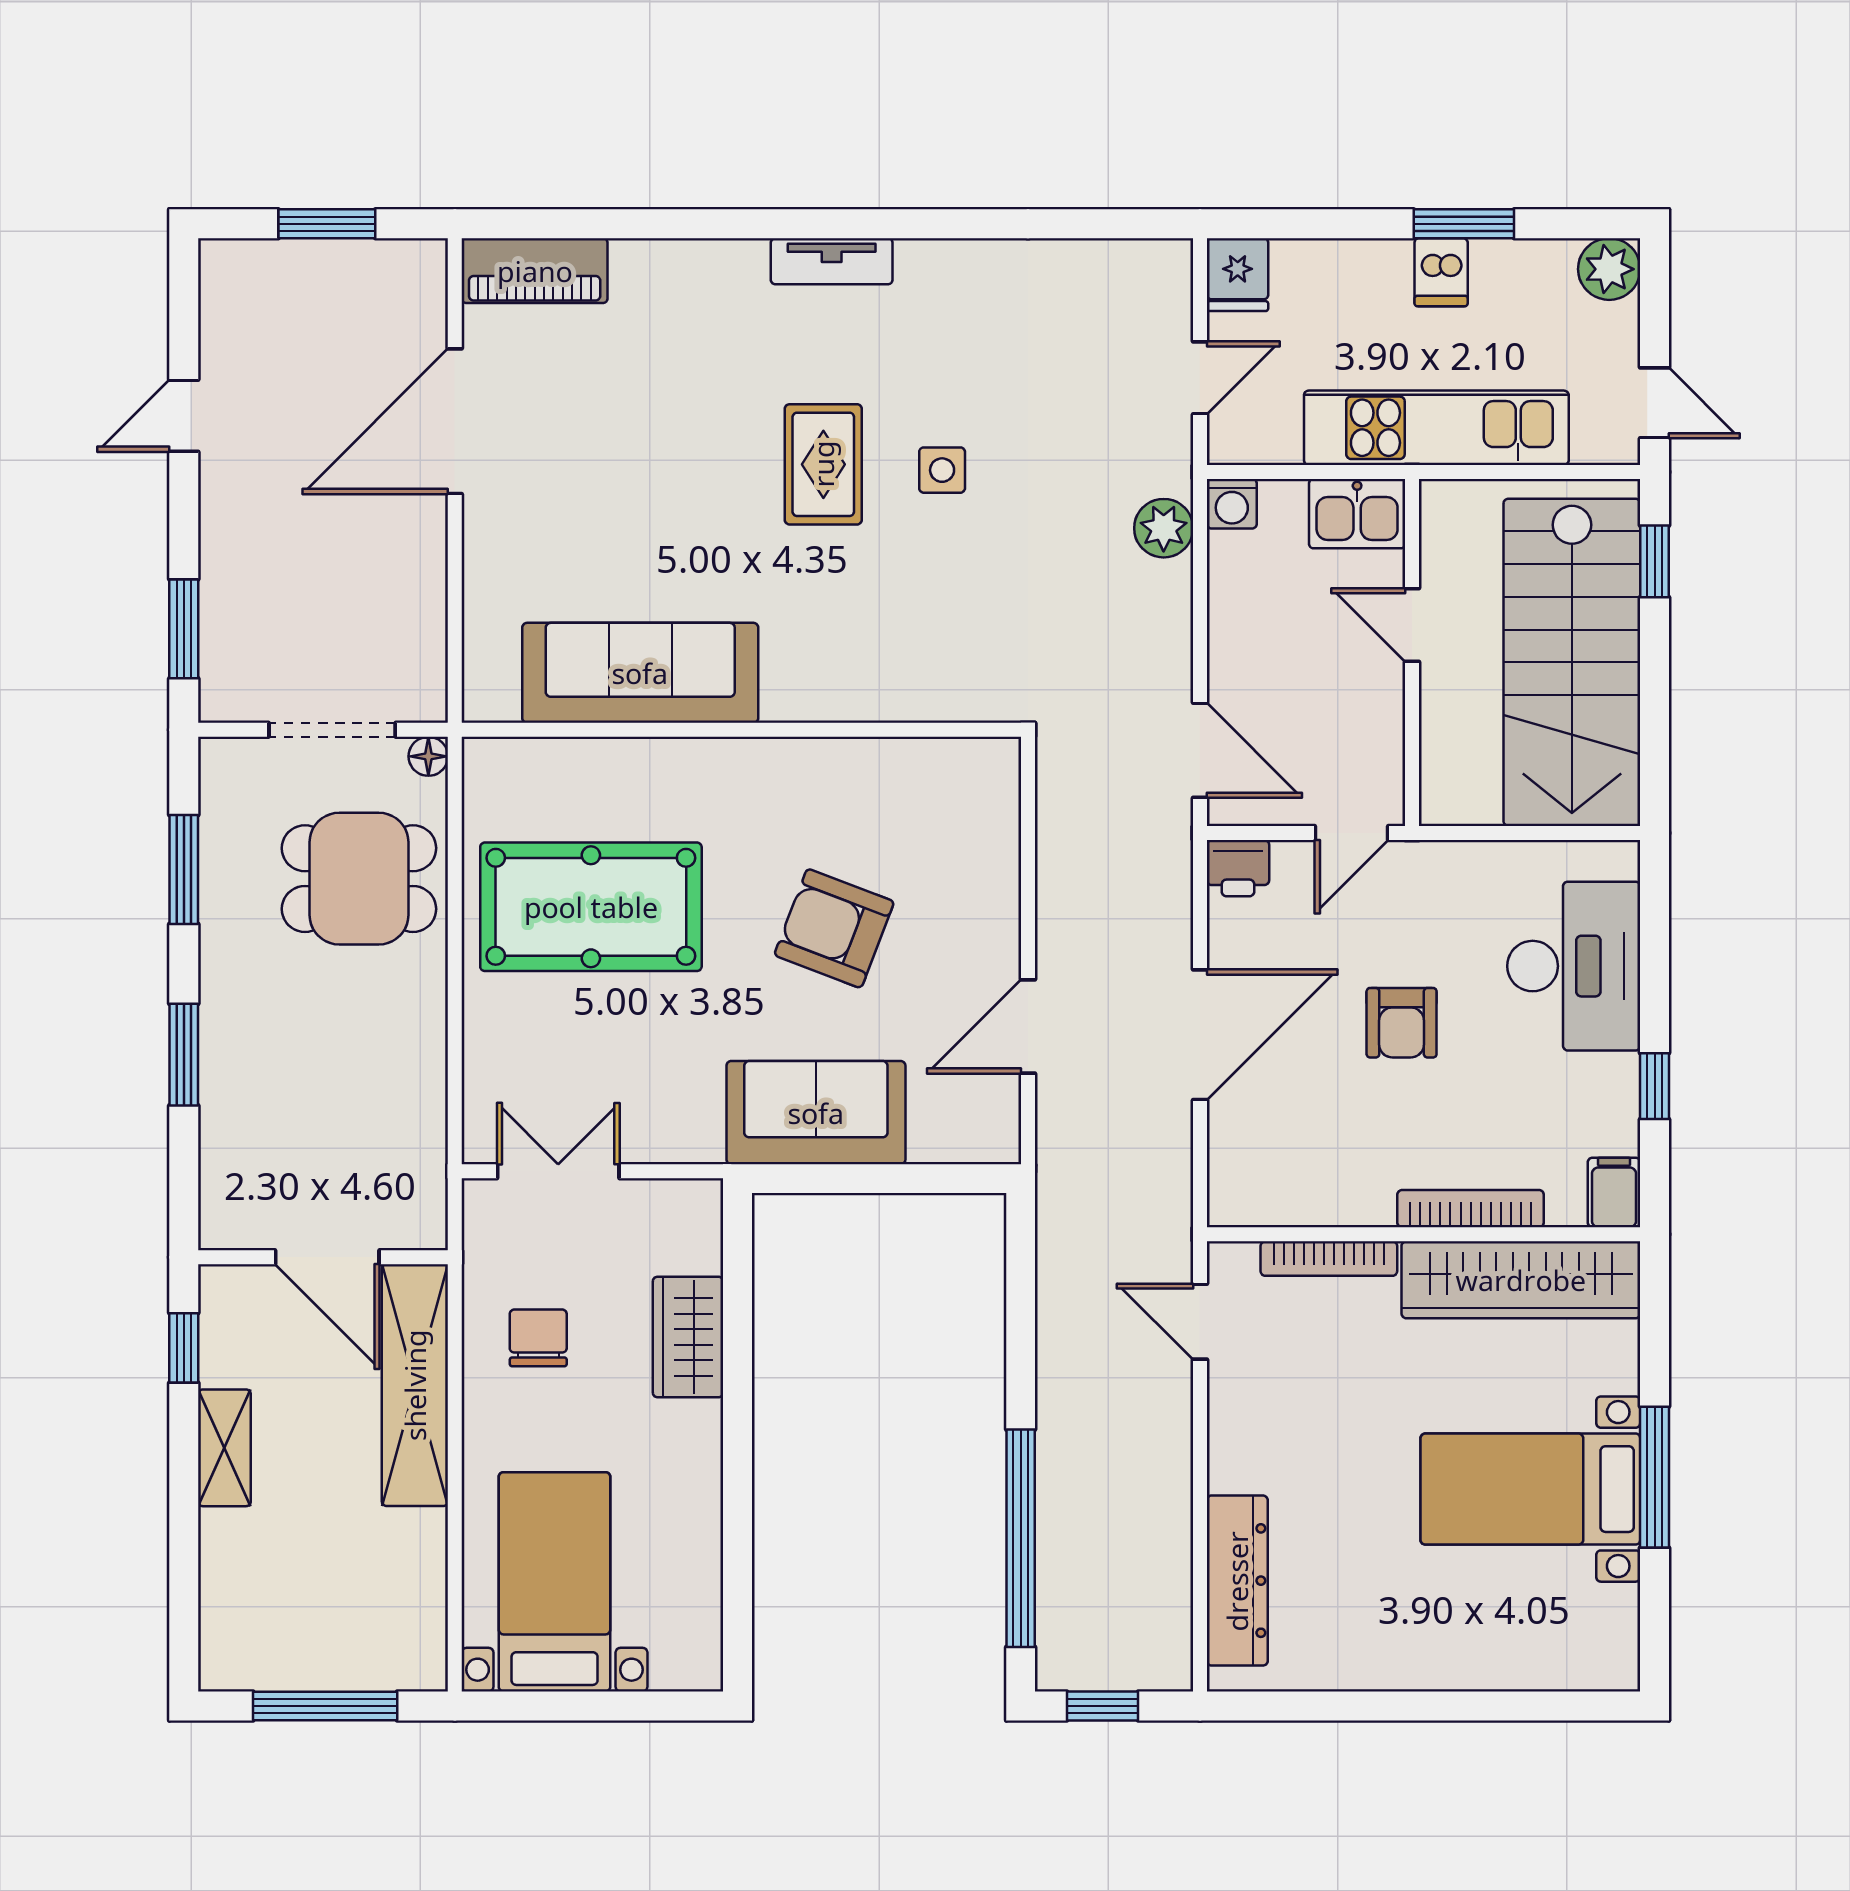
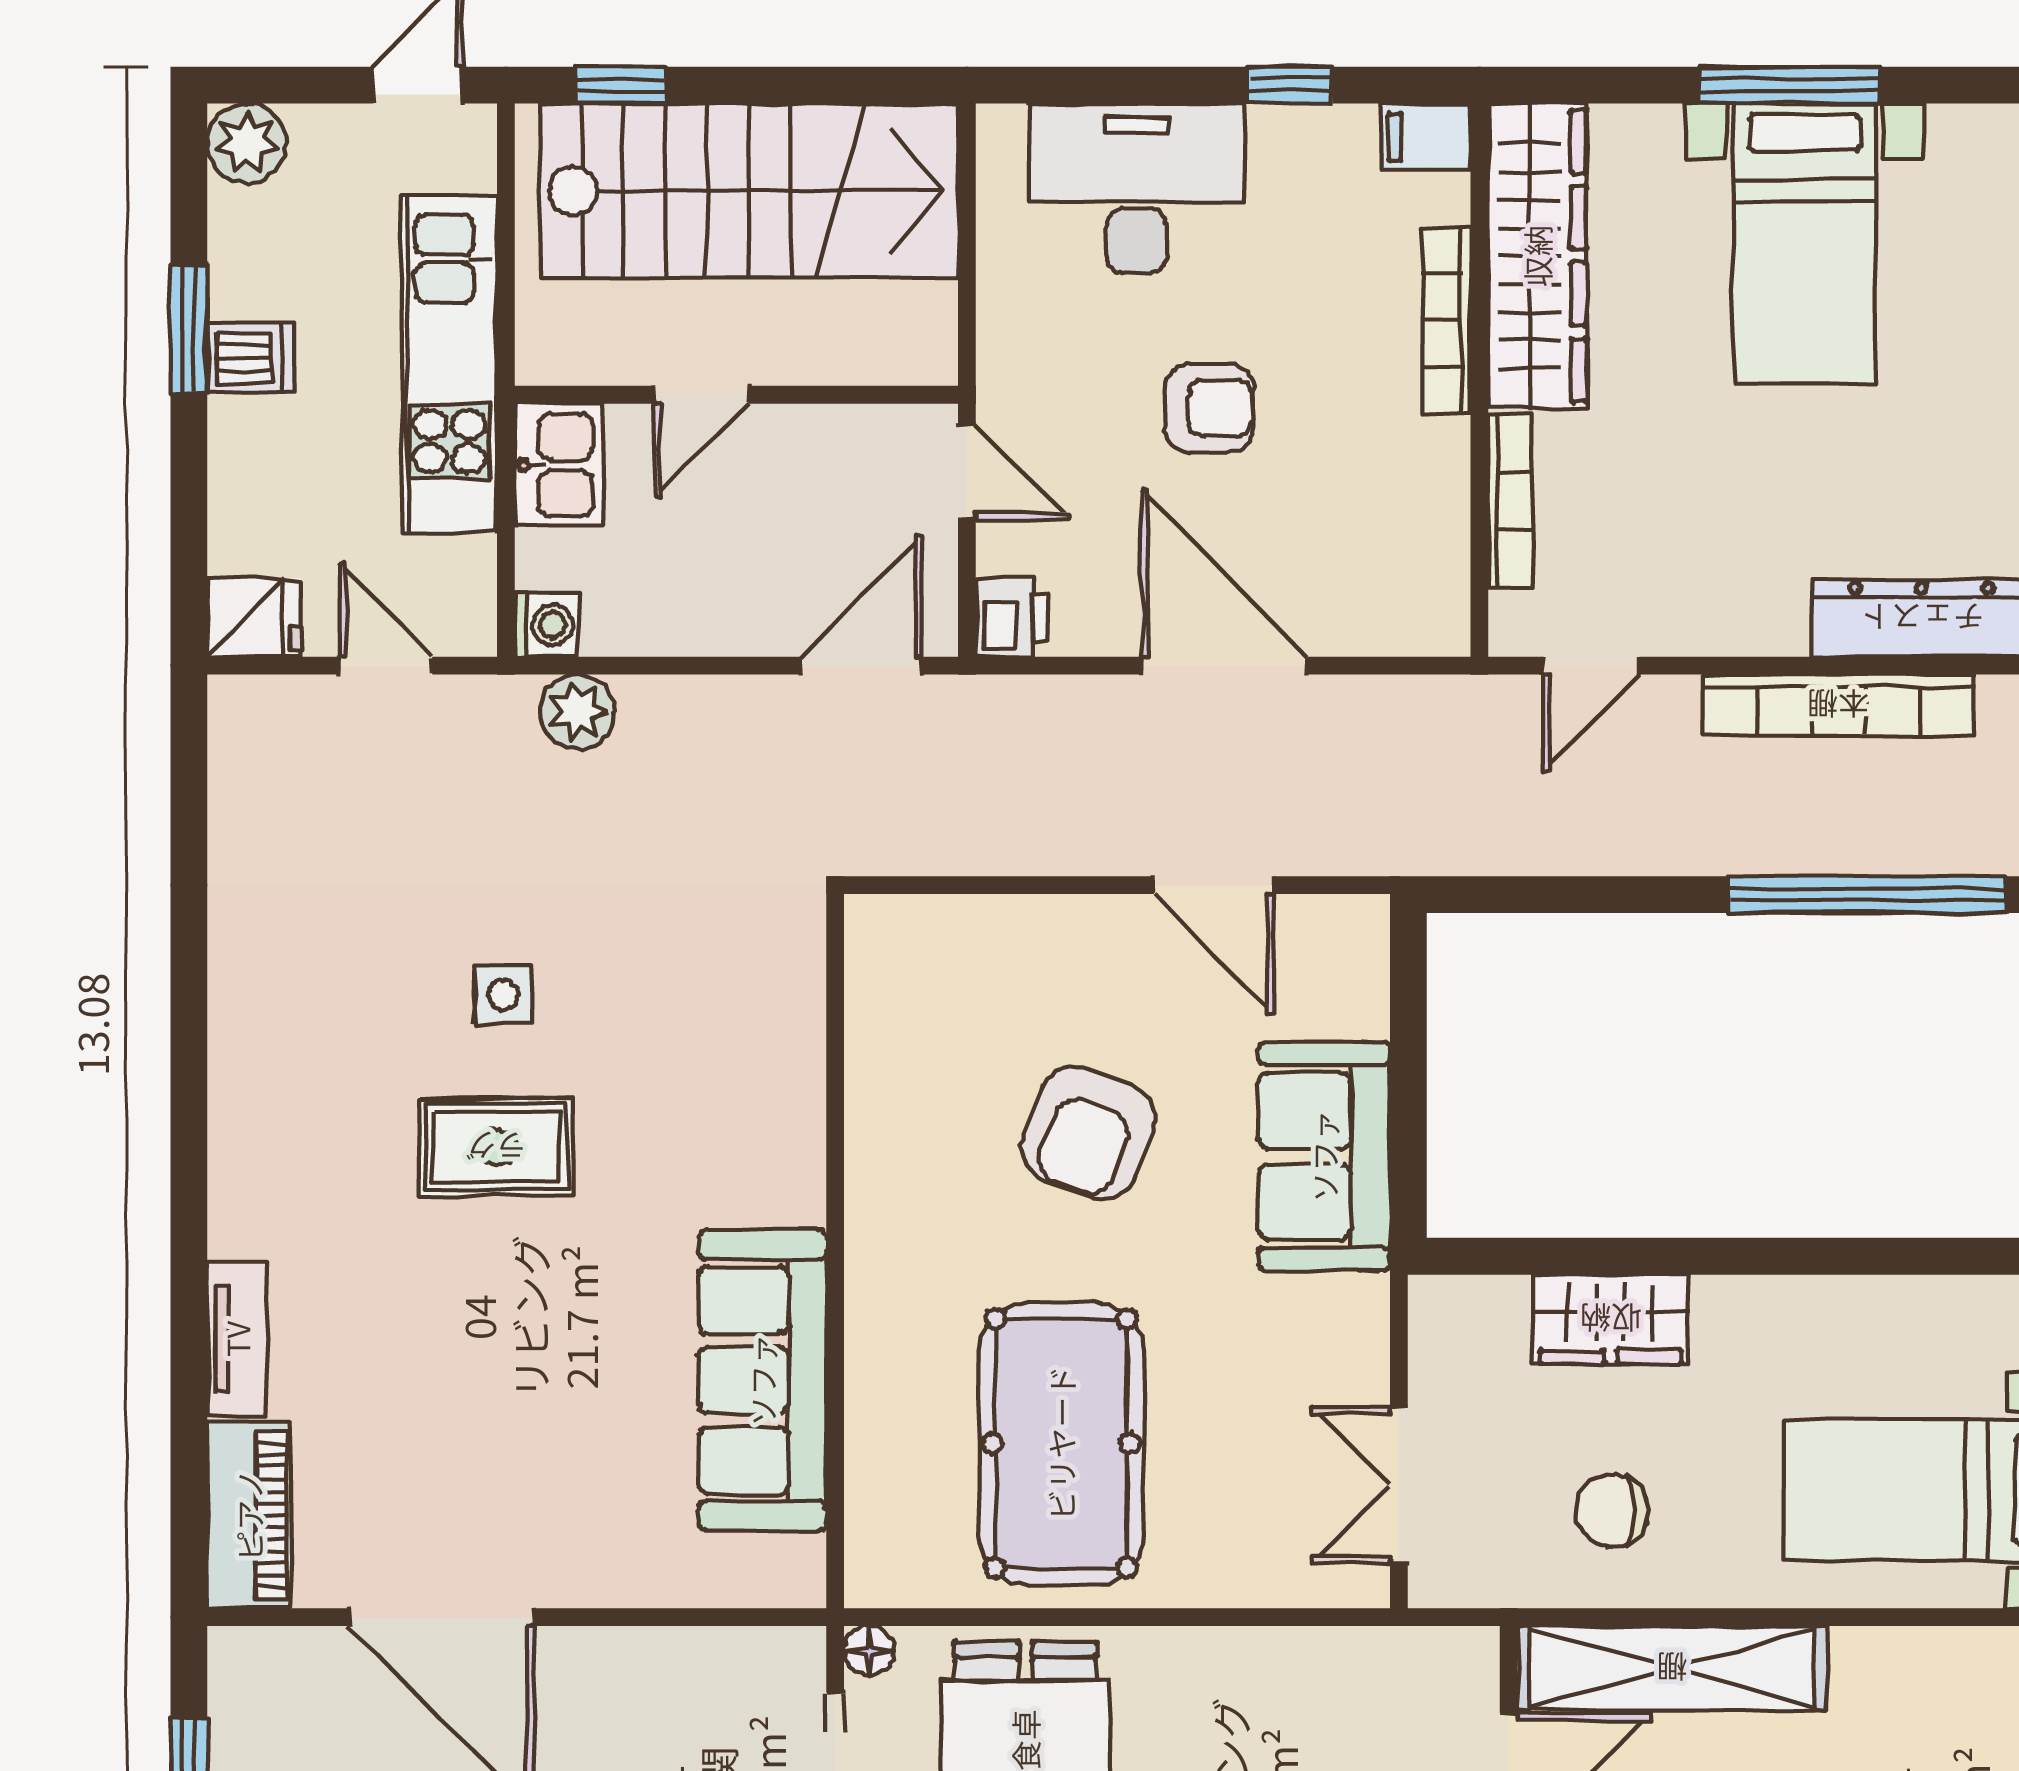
tv unit: (832, 261) -> (237, 1339), moved
bookcase: (1169, 1515) -> (1838, 705), added

